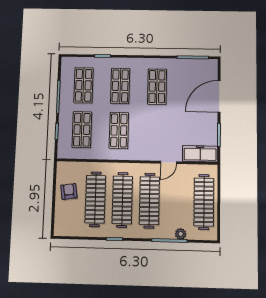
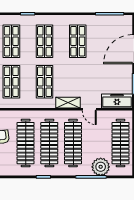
shelving: (145, 154) -> (68, 103), added
door: (169, 162) -> (89, 109), hinge flipped
plant: (181, 234) -> (101, 167), width x1.88, depth x1.88

